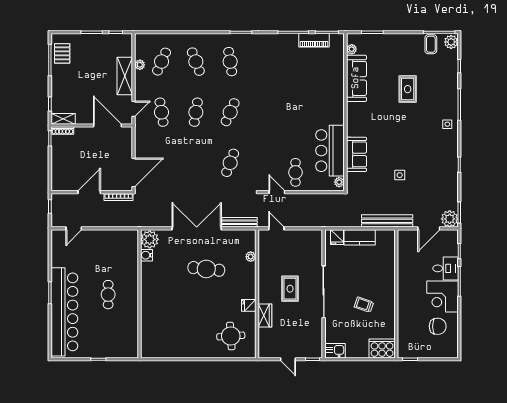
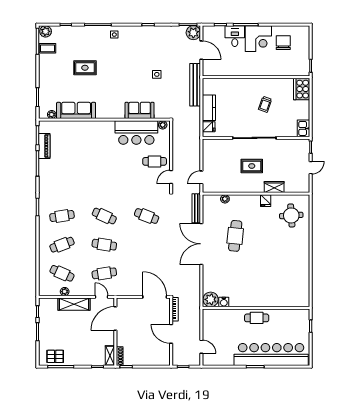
plant: (150, 239) -> (211, 299), moved
water cooler: (147, 255) -> (224, 302), moved
wall: (140, 294) -> (256, 308), moved

